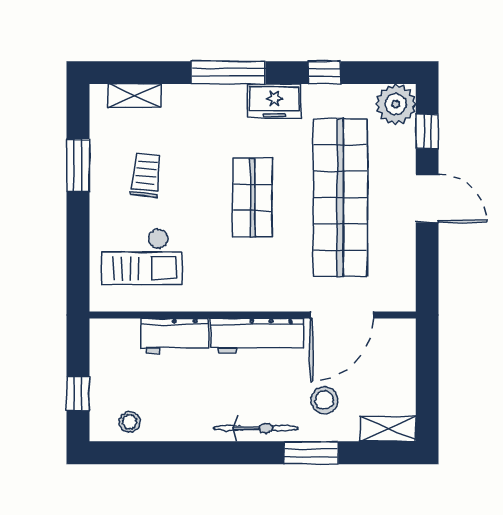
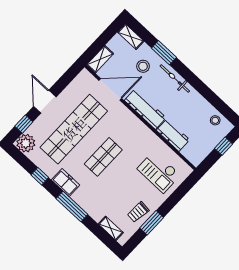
trolley: (146, 175) -> (138, 212), moved
checkout: (142, 257) -> (159, 172), turned 180
shelving: (403, 347) -> (100, 59), added

